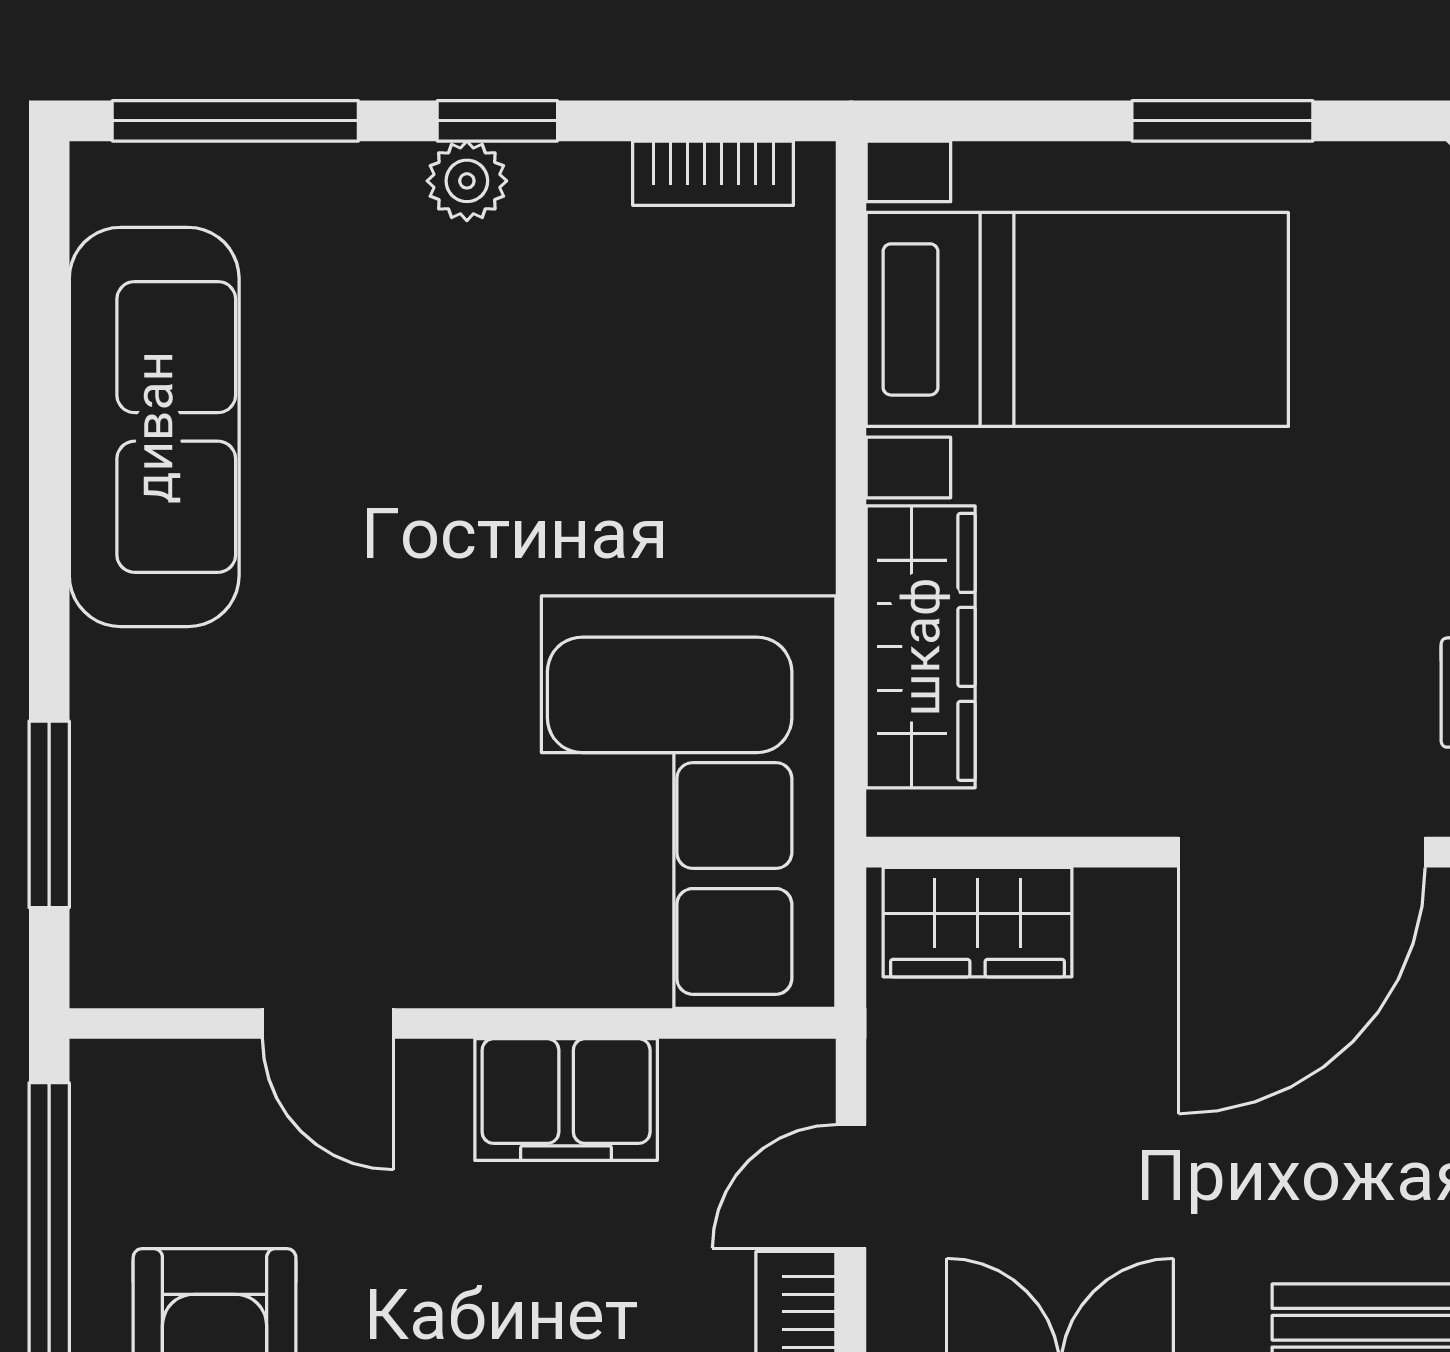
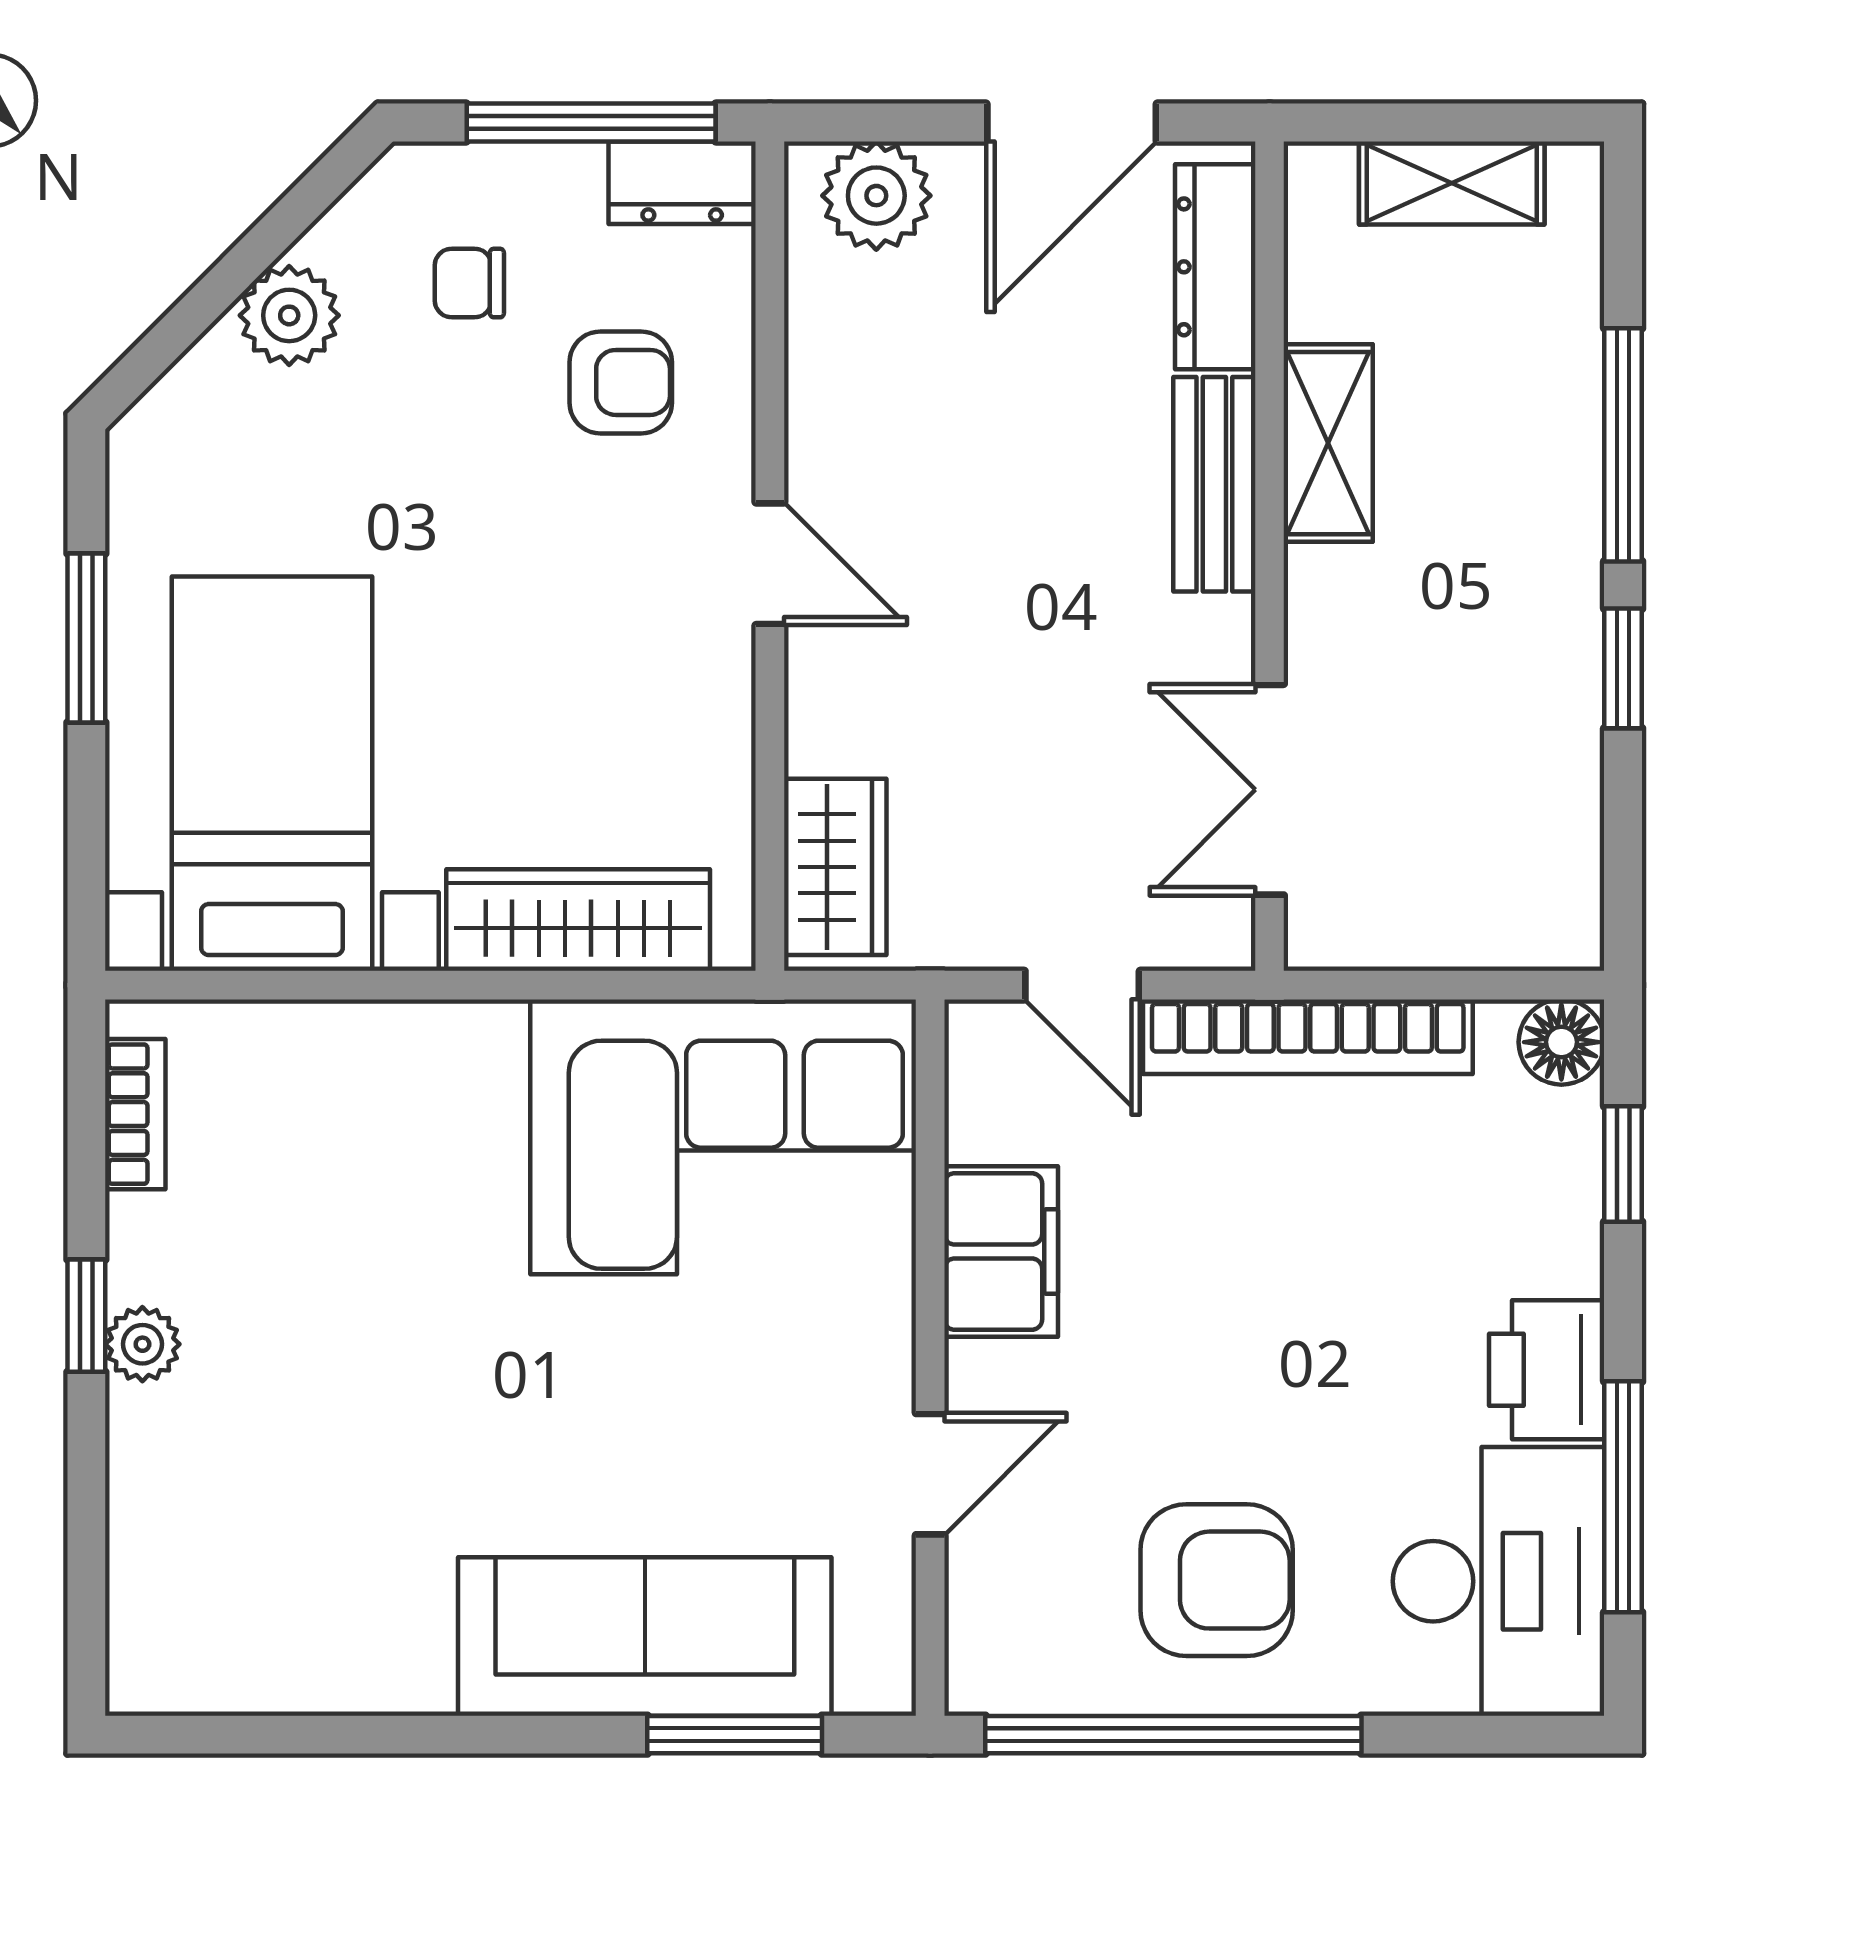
window: (235, 121) -> (86, 1561), removed
sofa: (154, 427) -> (645, 1636), moved
door: (1302, 852) -> (770, 564), width x0.53

